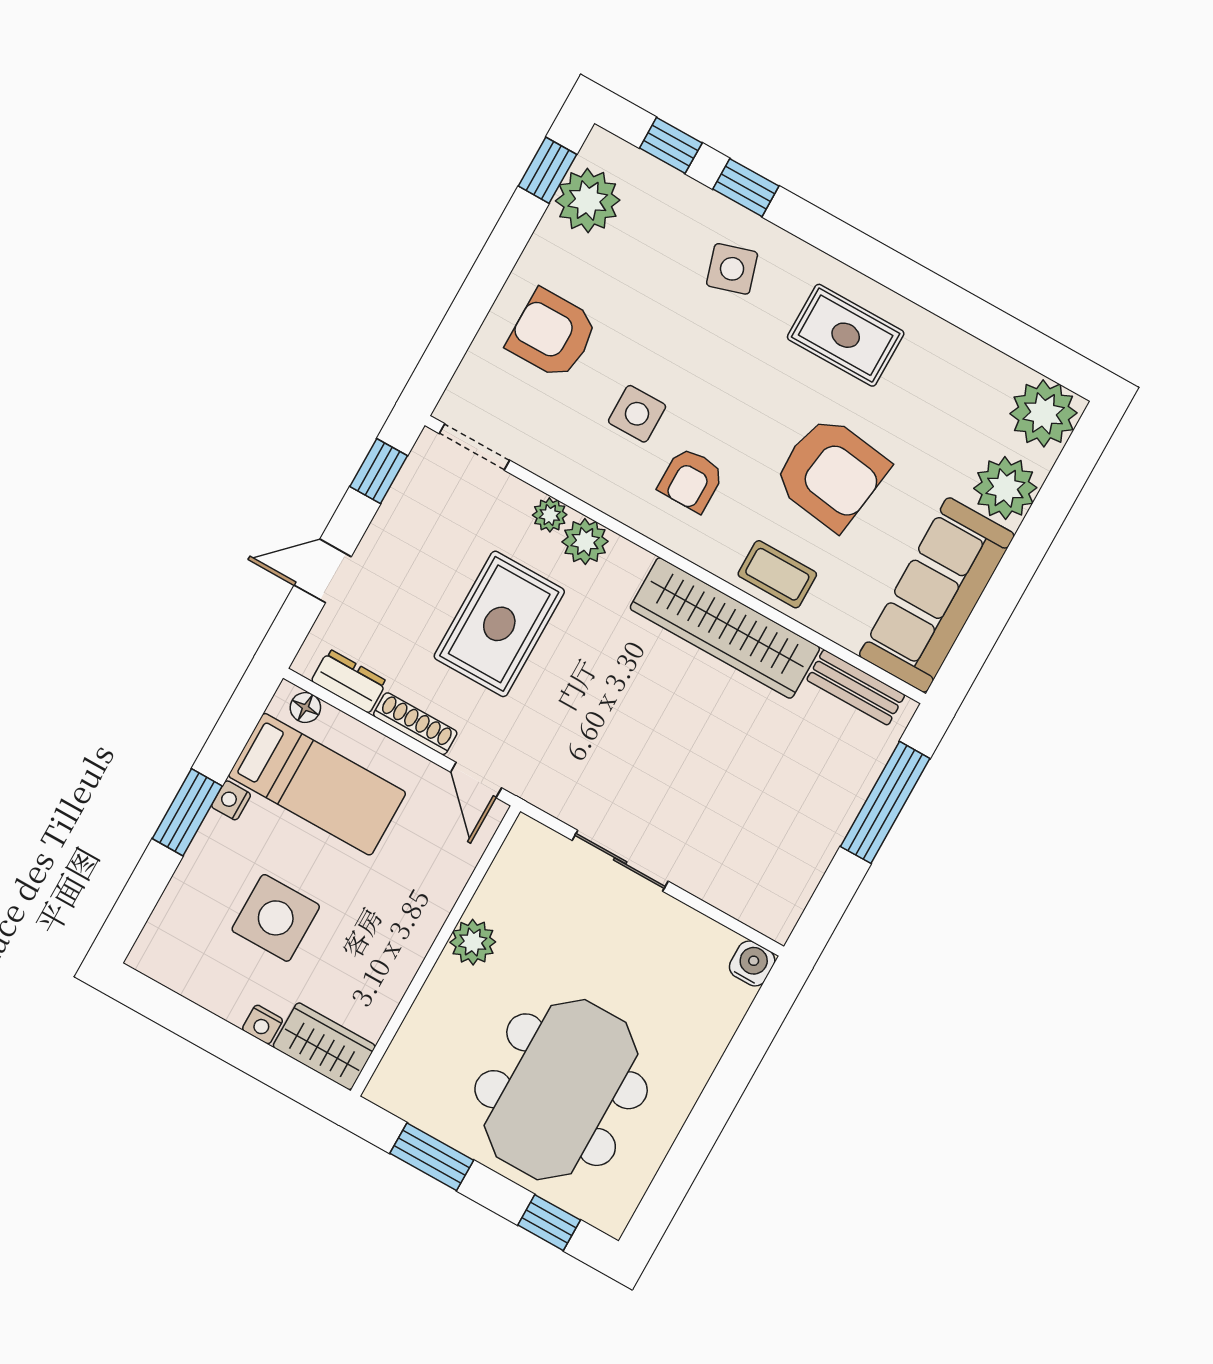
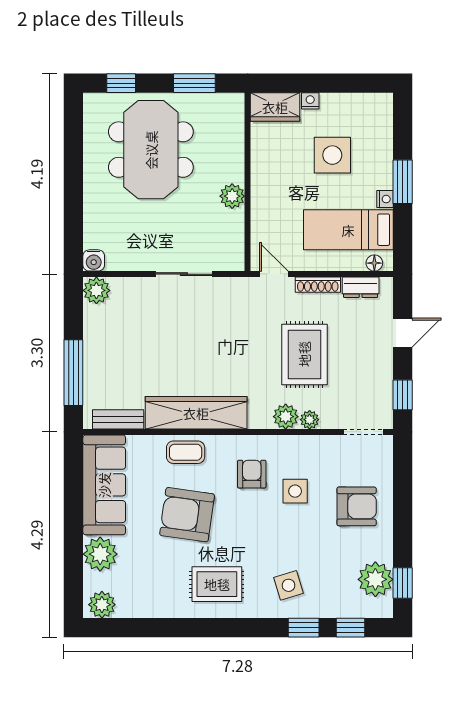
plant: (1044, 413) -> (102, 605), width x0.73, depth x0.73
plant: (775, 913) -> (96, 290), added

